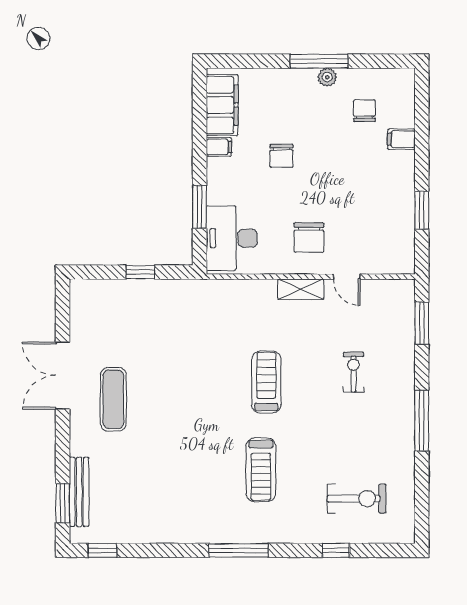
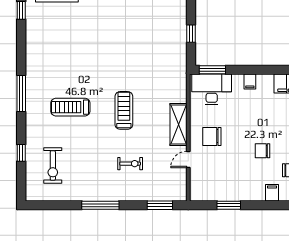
filing cabinet: (219, 147) -> (250, 82), moved
chair: (282, 156) -> (263, 151), moved
window: (200, 207) -> (212, 70), moved
shelving: (301, 289) -> (178, 124), width x1.50, depth x1.33
treadmill: (266, 382) -> (124, 110), turned -90
exercise mat: (113, 399) -> (113, 17), removed

